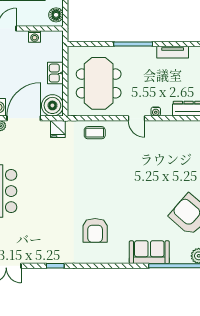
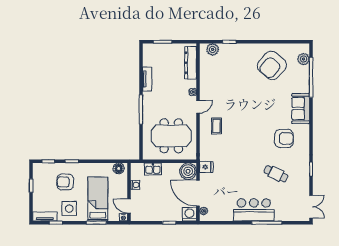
kitchen sink: (55, 73) -> (153, 169), moved
coffee table: (95, 133) -> (217, 126), moved
cafe table: (49, 220) -> (276, 174), added
sofa: (149, 252) -> (301, 109), moved

